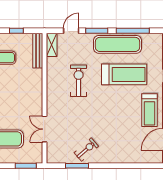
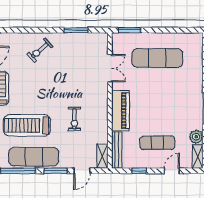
exercise bike: (79, 81) -> (74, 119), width x0.73, depth x0.72
piano: (34, 89) -> (120, 111), added
exercise bike: (86, 150) -> (40, 50), moved

